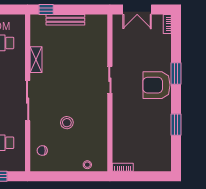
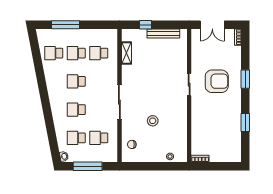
window: (46, 9) -> (146, 25), moved
bench: (65, 20) -> (163, 34), moved
shelving: (36, 60) -> (127, 53), moved
armchair: (156, 85) -> (217, 81), moved, turned 180

